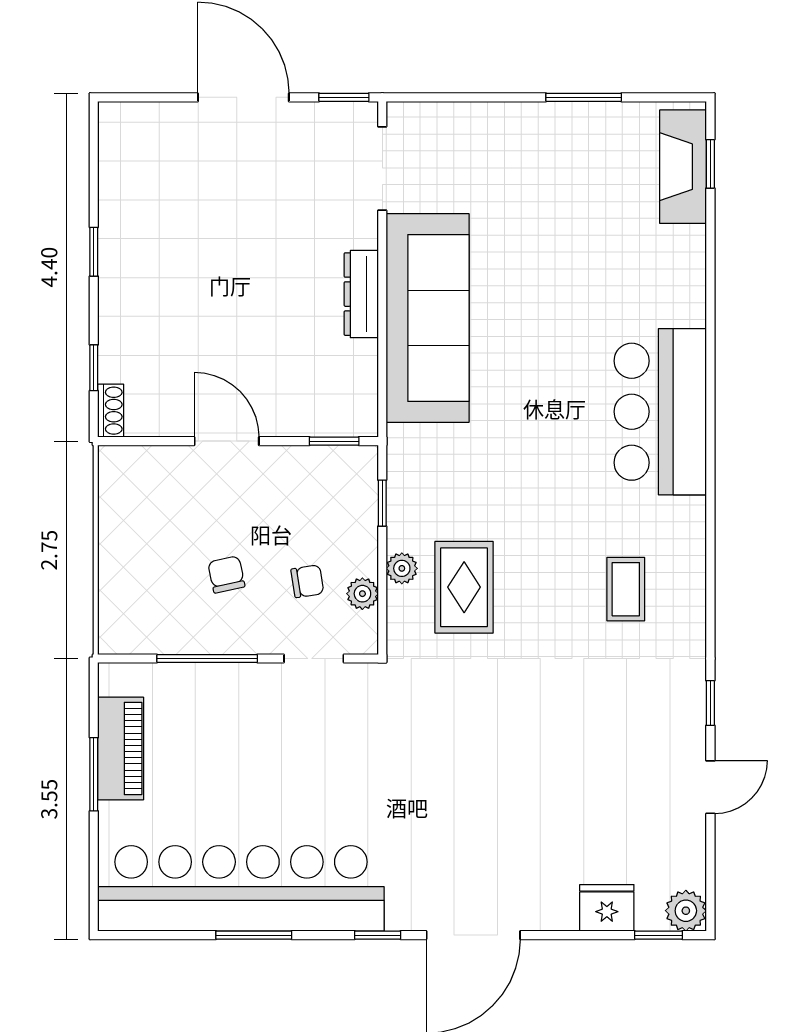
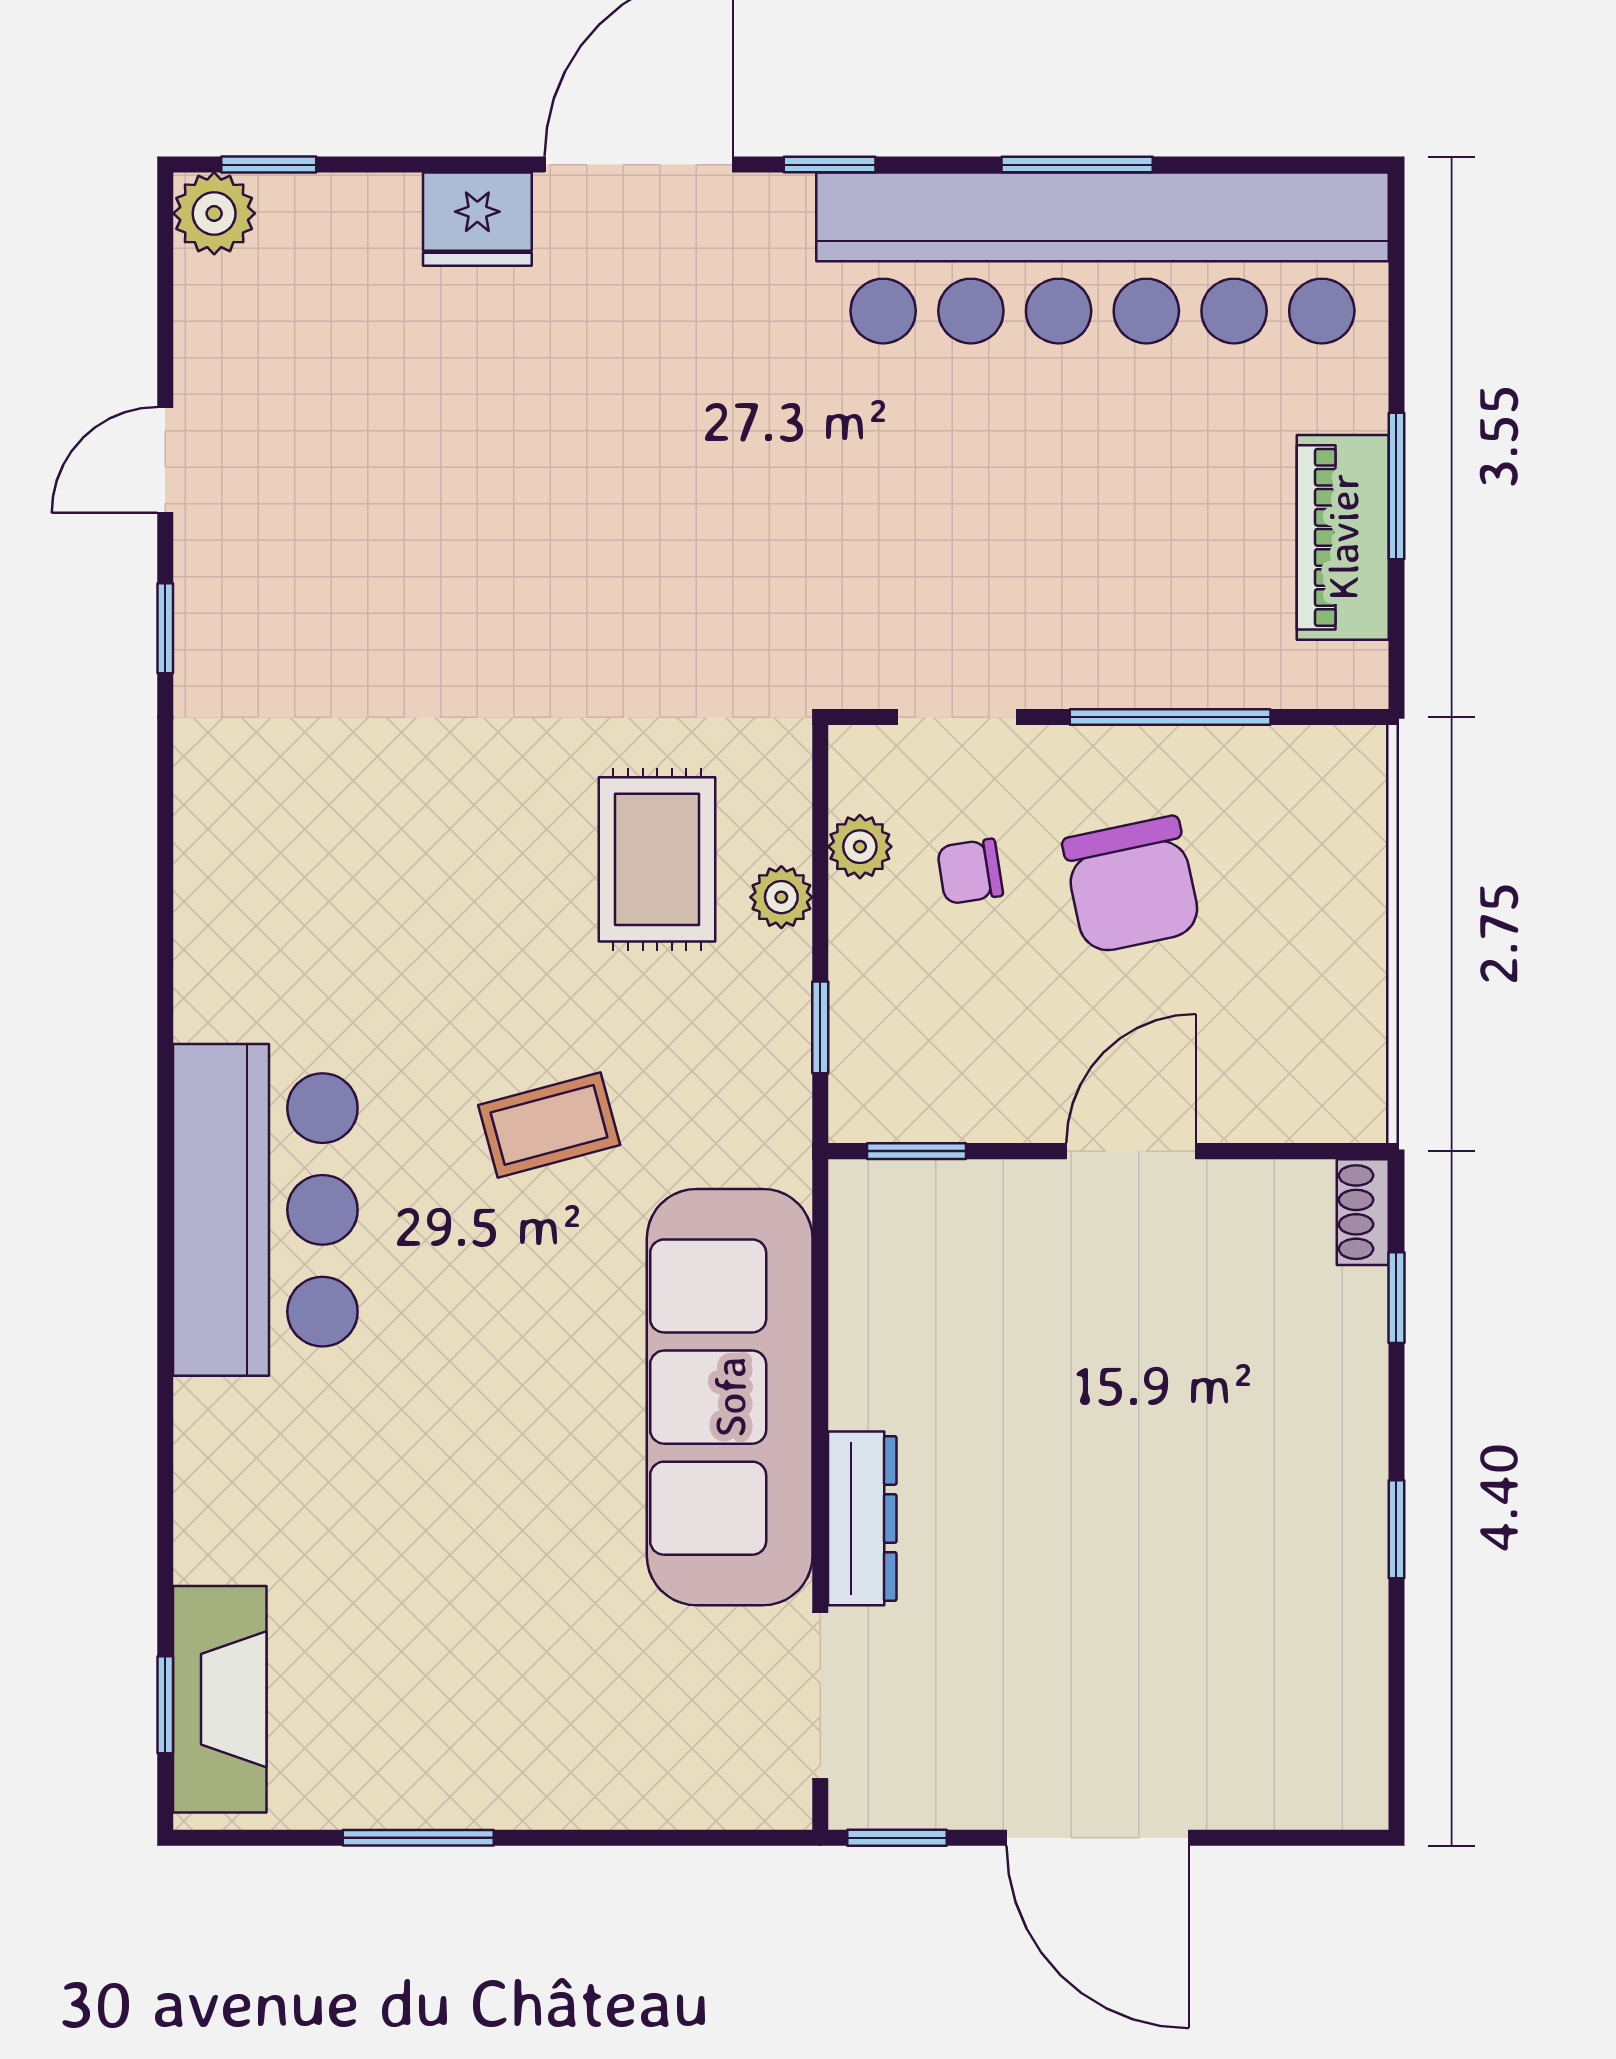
dresser: (361, 294) -> (862, 1518), moved
door: (227, 441) -> (1131, 1151), swing flipped
chair: (226, 574) -> (1132, 885), width x1.87, depth x1.87
coffee table: (626, 589) -> (549, 1125), moved, turned 75
fridge: (607, 908) -> (477, 219), moved

